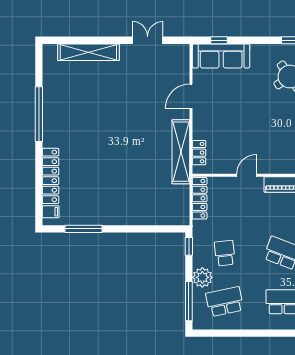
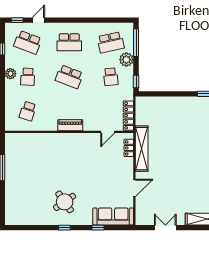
double door: (148, 40) -> (165, 228), swing flipped
window: (219, 40) -> (98, 228), moved
door: (247, 175) -> (108, 132), moved

